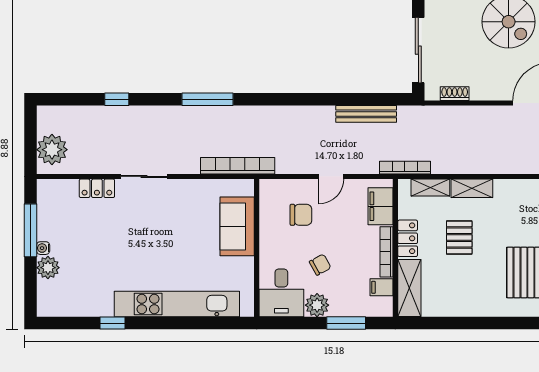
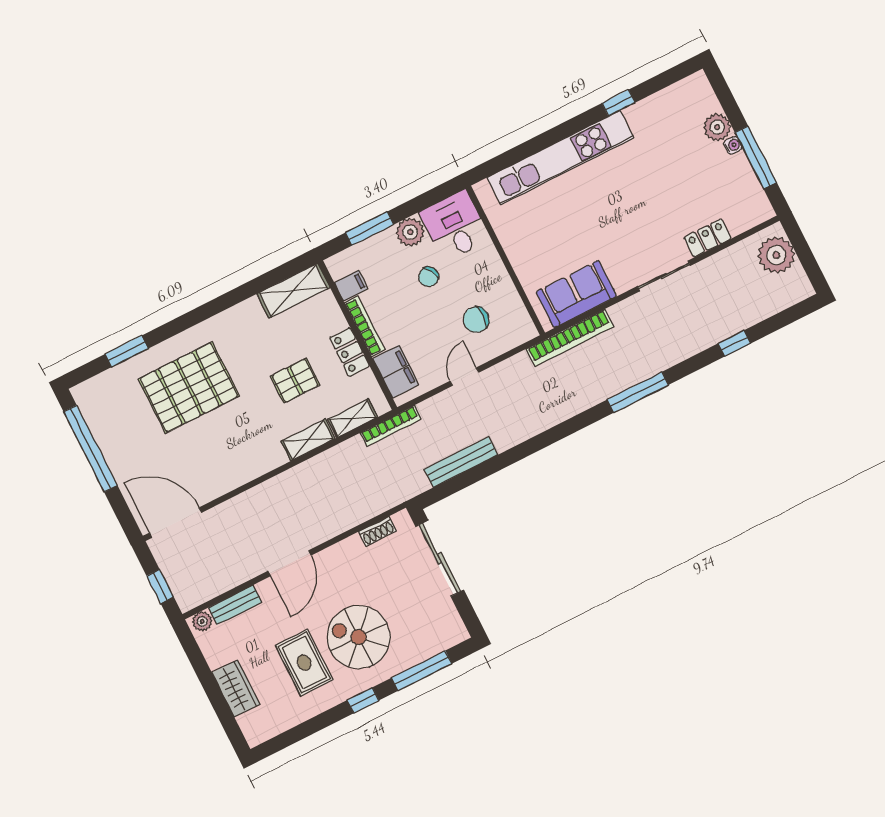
sofa: (237, 226) -> (576, 294), moved, turned -90
pallet: (459, 237) -> (295, 381), turned 90
shelving: (409, 288) -> (293, 291), moved, turned 90

